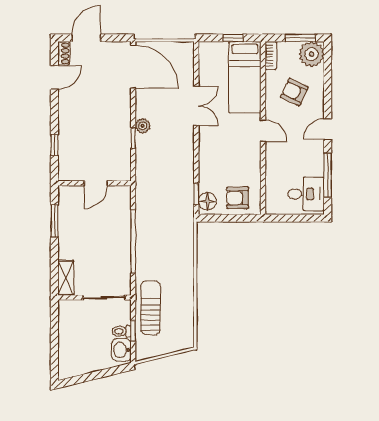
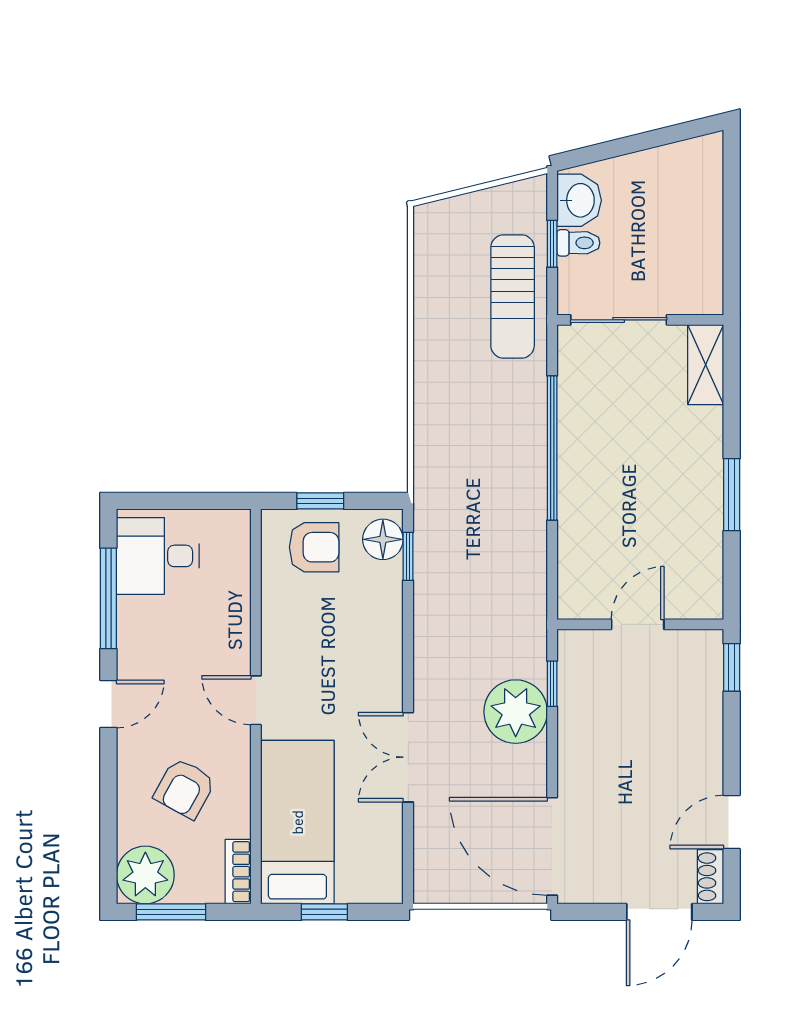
armchair: (294, 92) -> (185, 788), turned 94
plant: (143, 126) -> (516, 712), width x1.87, depth x1.87
wall: (95, 183) -> (640, 624), moved
door: (96, 183) -> (638, 624), moved
window: (235, 218) -> (320, 501), added

